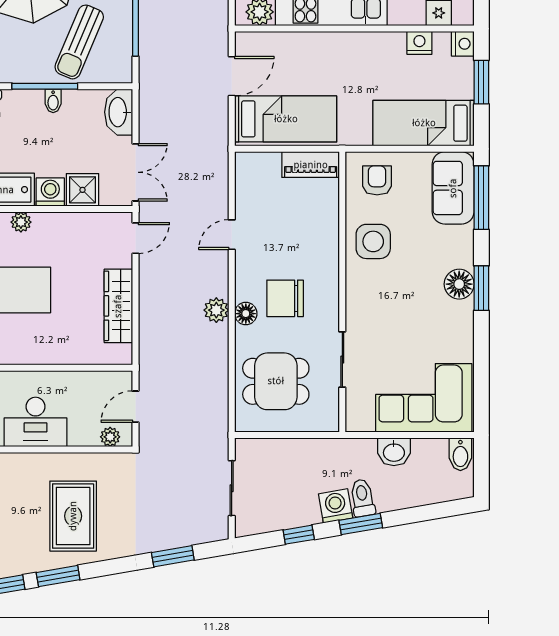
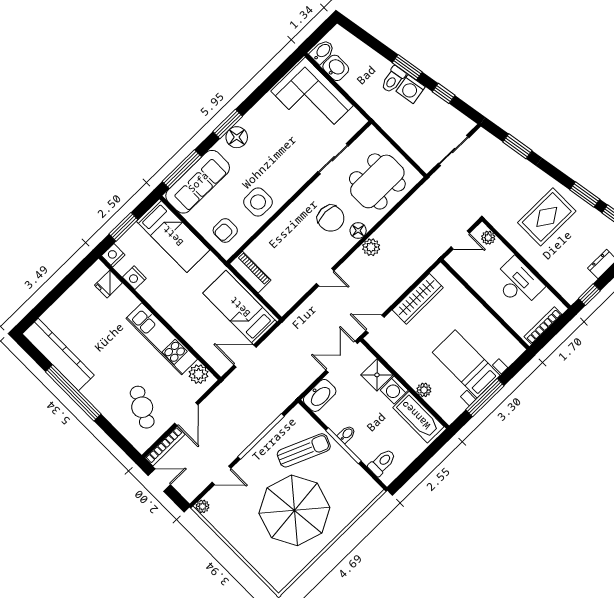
sofa: (453, 188) -> (198, 182), width x1.36
dining table: (276, 381) -> (377, 181), width x1.38
washbasin: (394, 452) -> (336, 68), moved

